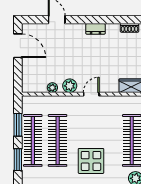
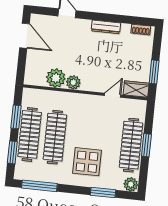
dresser: (96, 29) -> (106, 27), width x1.44
plant: (52, 88) -> (56, 78), width x1.88, depth x1.88
door: (91, 94) -> (113, 95), moved

